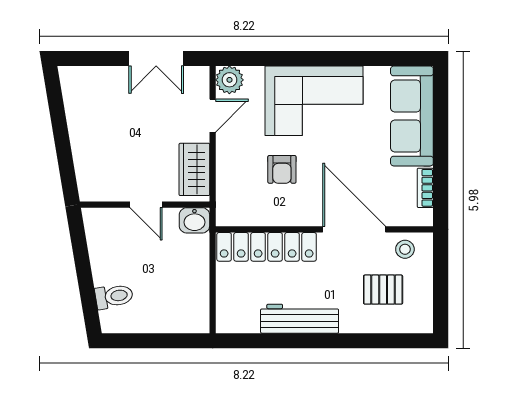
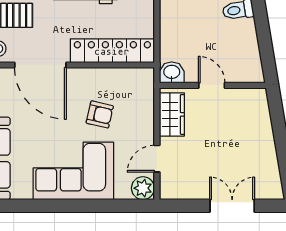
double door: (156, 58) -> (232, 206), moved
armchair: (282, 169) -> (100, 114), turned 103

